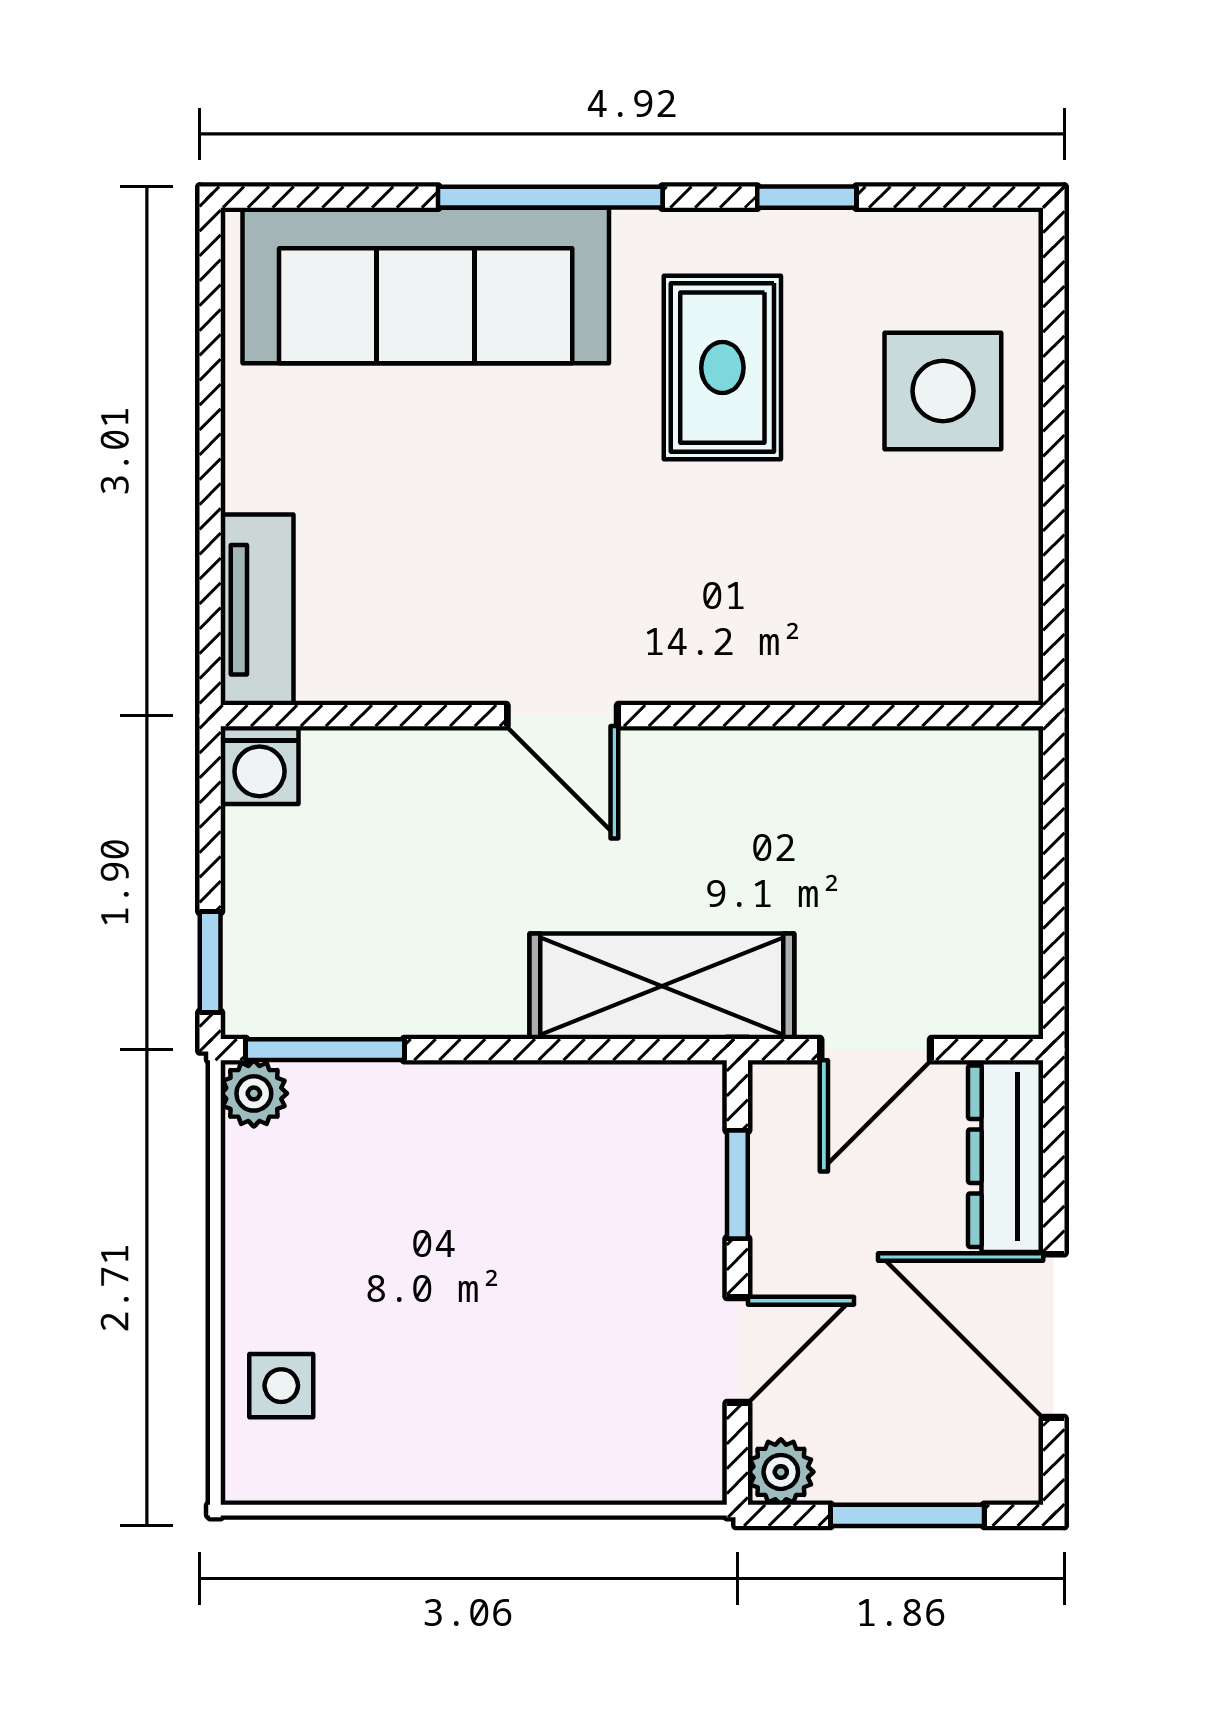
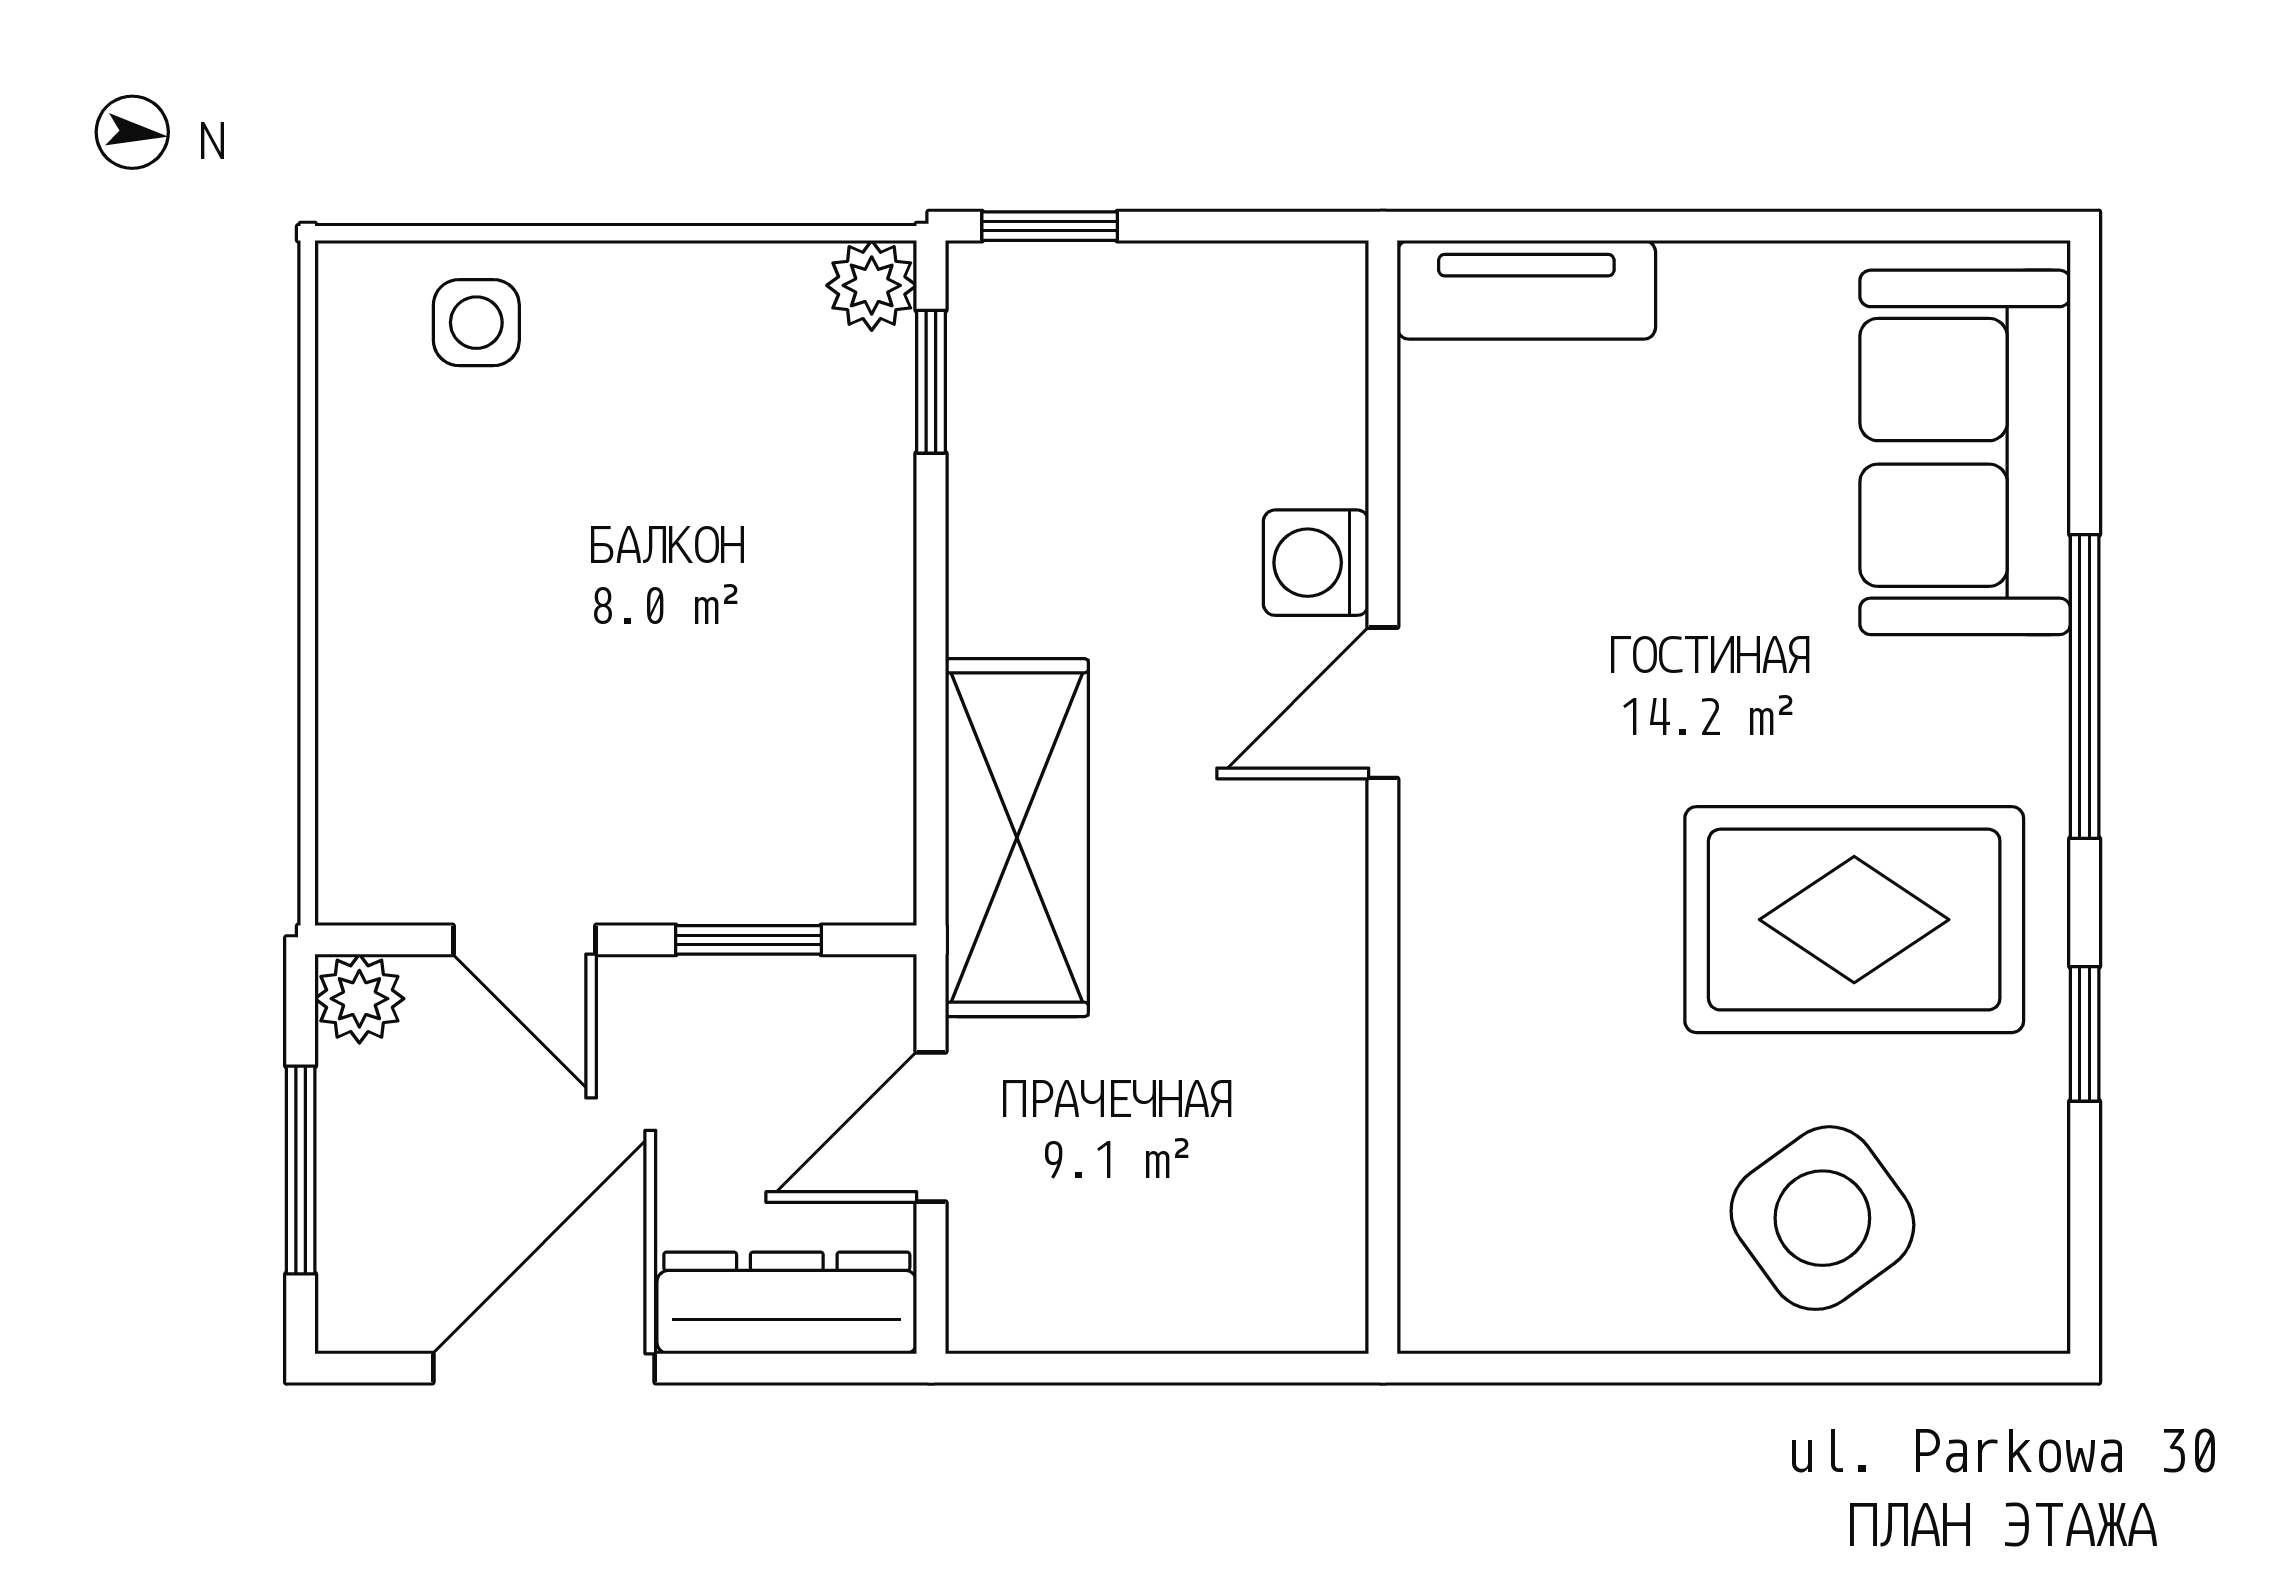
sofa: (426, 286) -> (1965, 452), width x0.73
rug: (722, 368) -> (1854, 920), width x1.36, depth x1.43
side table: (943, 391) -> (1822, 1218), turned -36
washing machine: (260, 765) -> (1316, 563), moved
window: (325, 1050) -> (931, 382), width x0.67
door: (876, 1050) -> (931, 1127), hinge flipped

